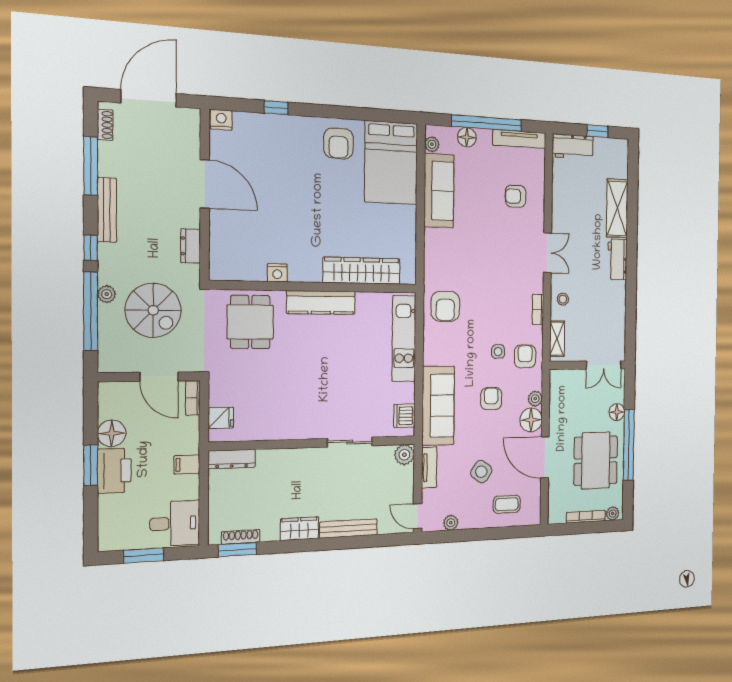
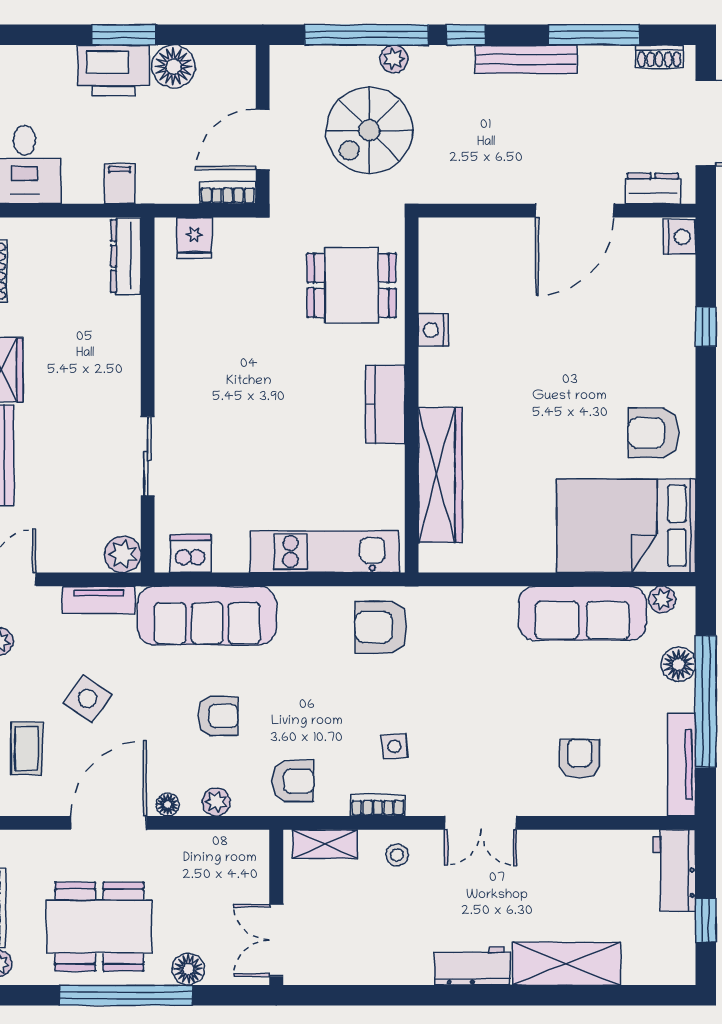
dresser: (191, 246) -> (653, 188), moved
kitchen counter: (321, 302) -> (385, 404), width x0.67
side table: (498, 352) -> (394, 746), moved
floor lamp: (531, 420) -> (168, 805), width x0.53, depth x0.53

